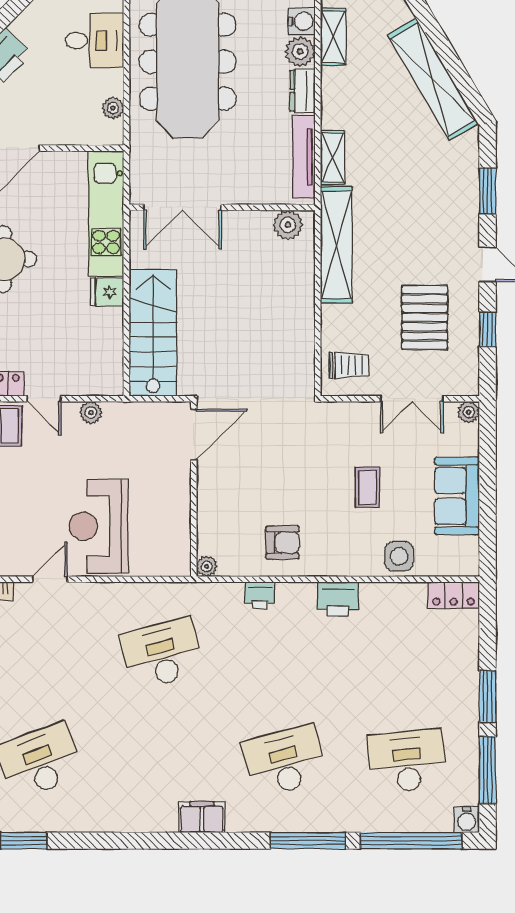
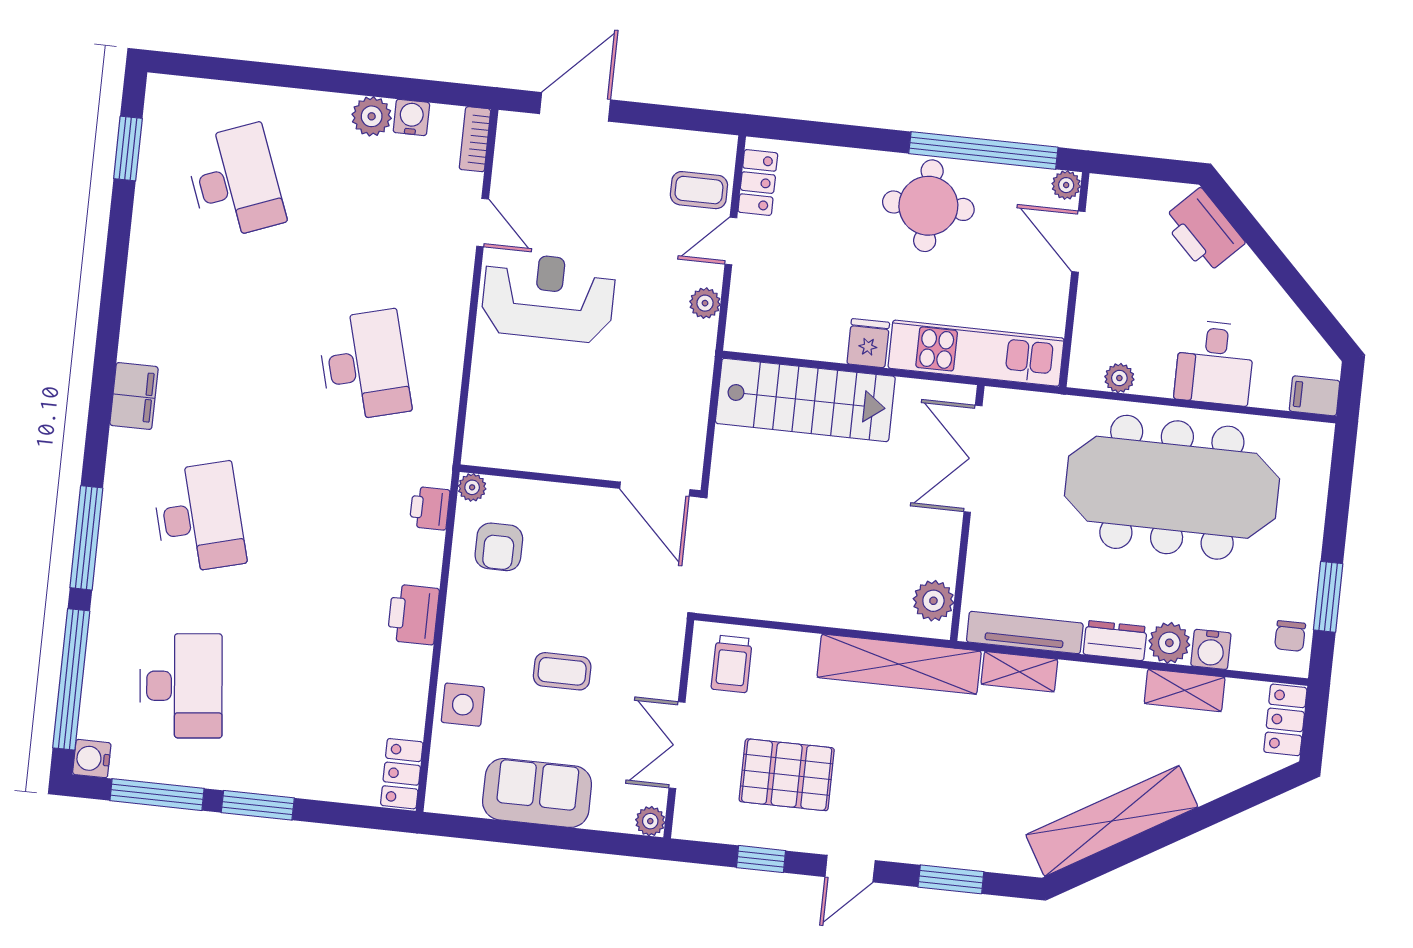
door: (194, 434) -> (655, 489), moved
wall: (194, 489) -> (580, 481), moved
plant: (207, 566) -> (472, 487), moved

